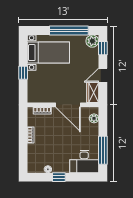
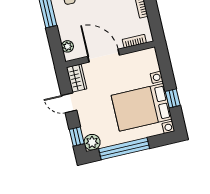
bed with nightstands: (48, 53) -> (142, 107), width x1.36
window: (23, 73) -> (173, 98), moved
door: (103, 75) -> (69, 103), swing flipped

